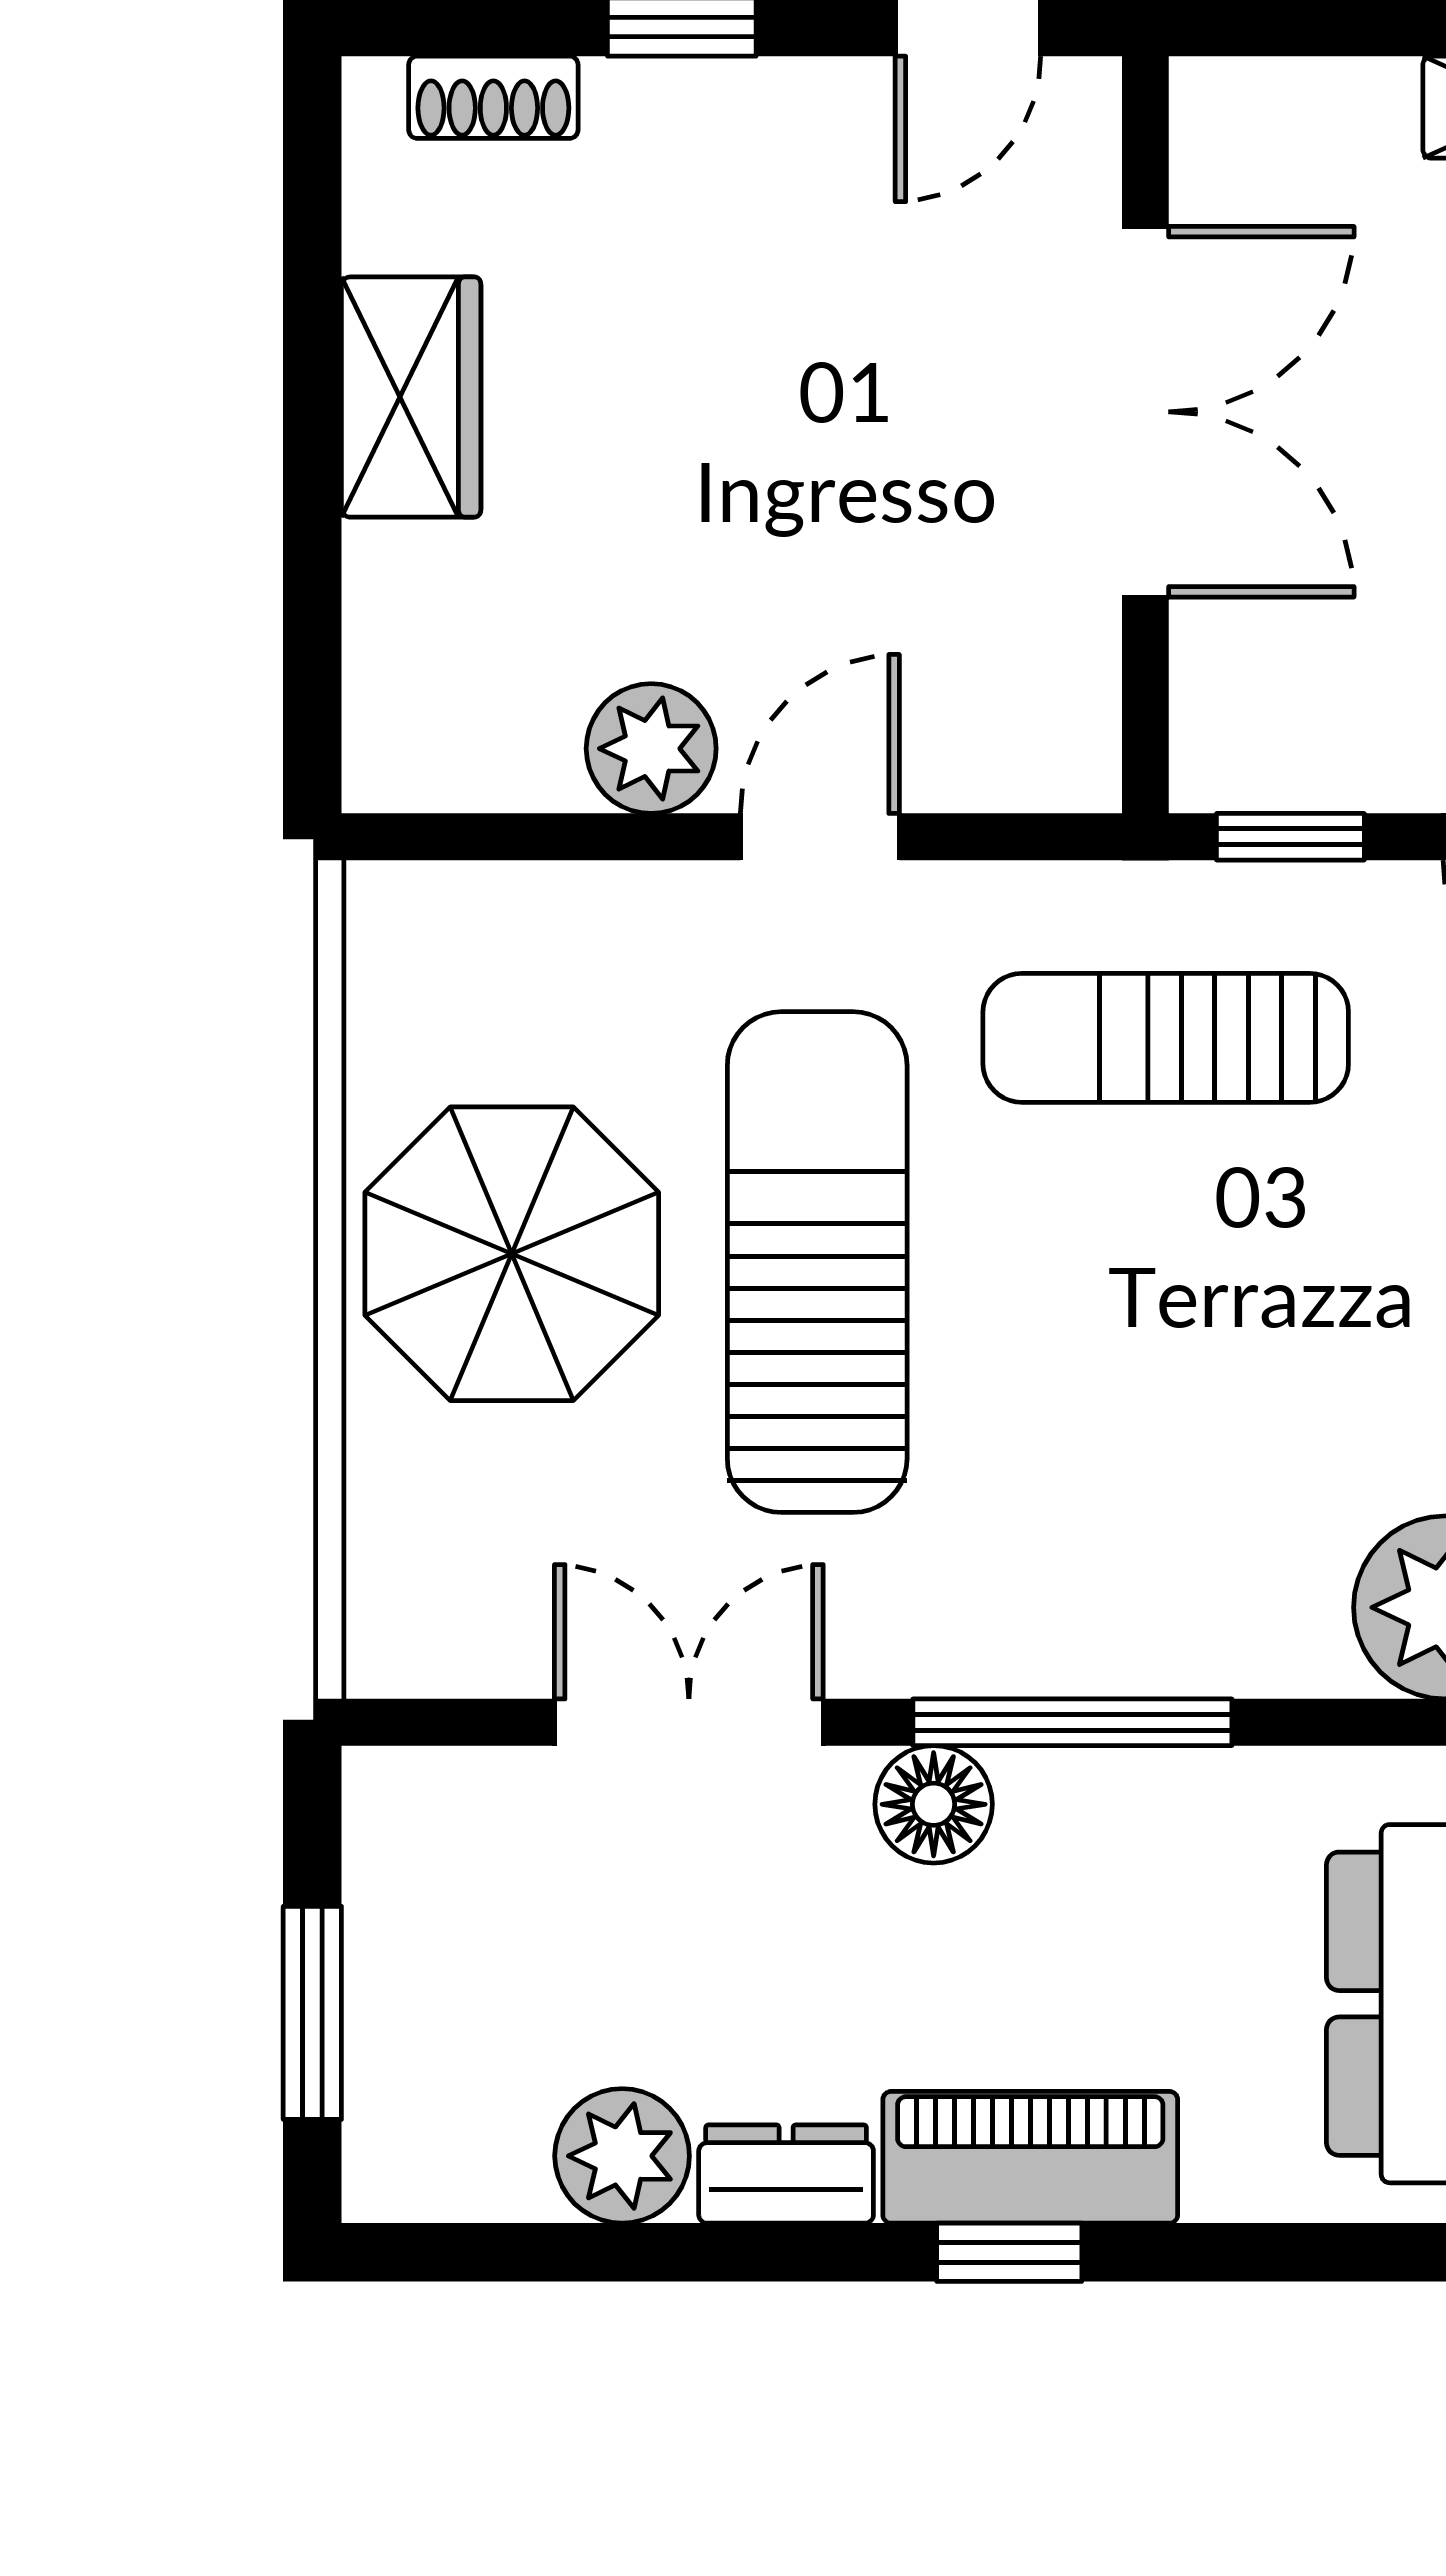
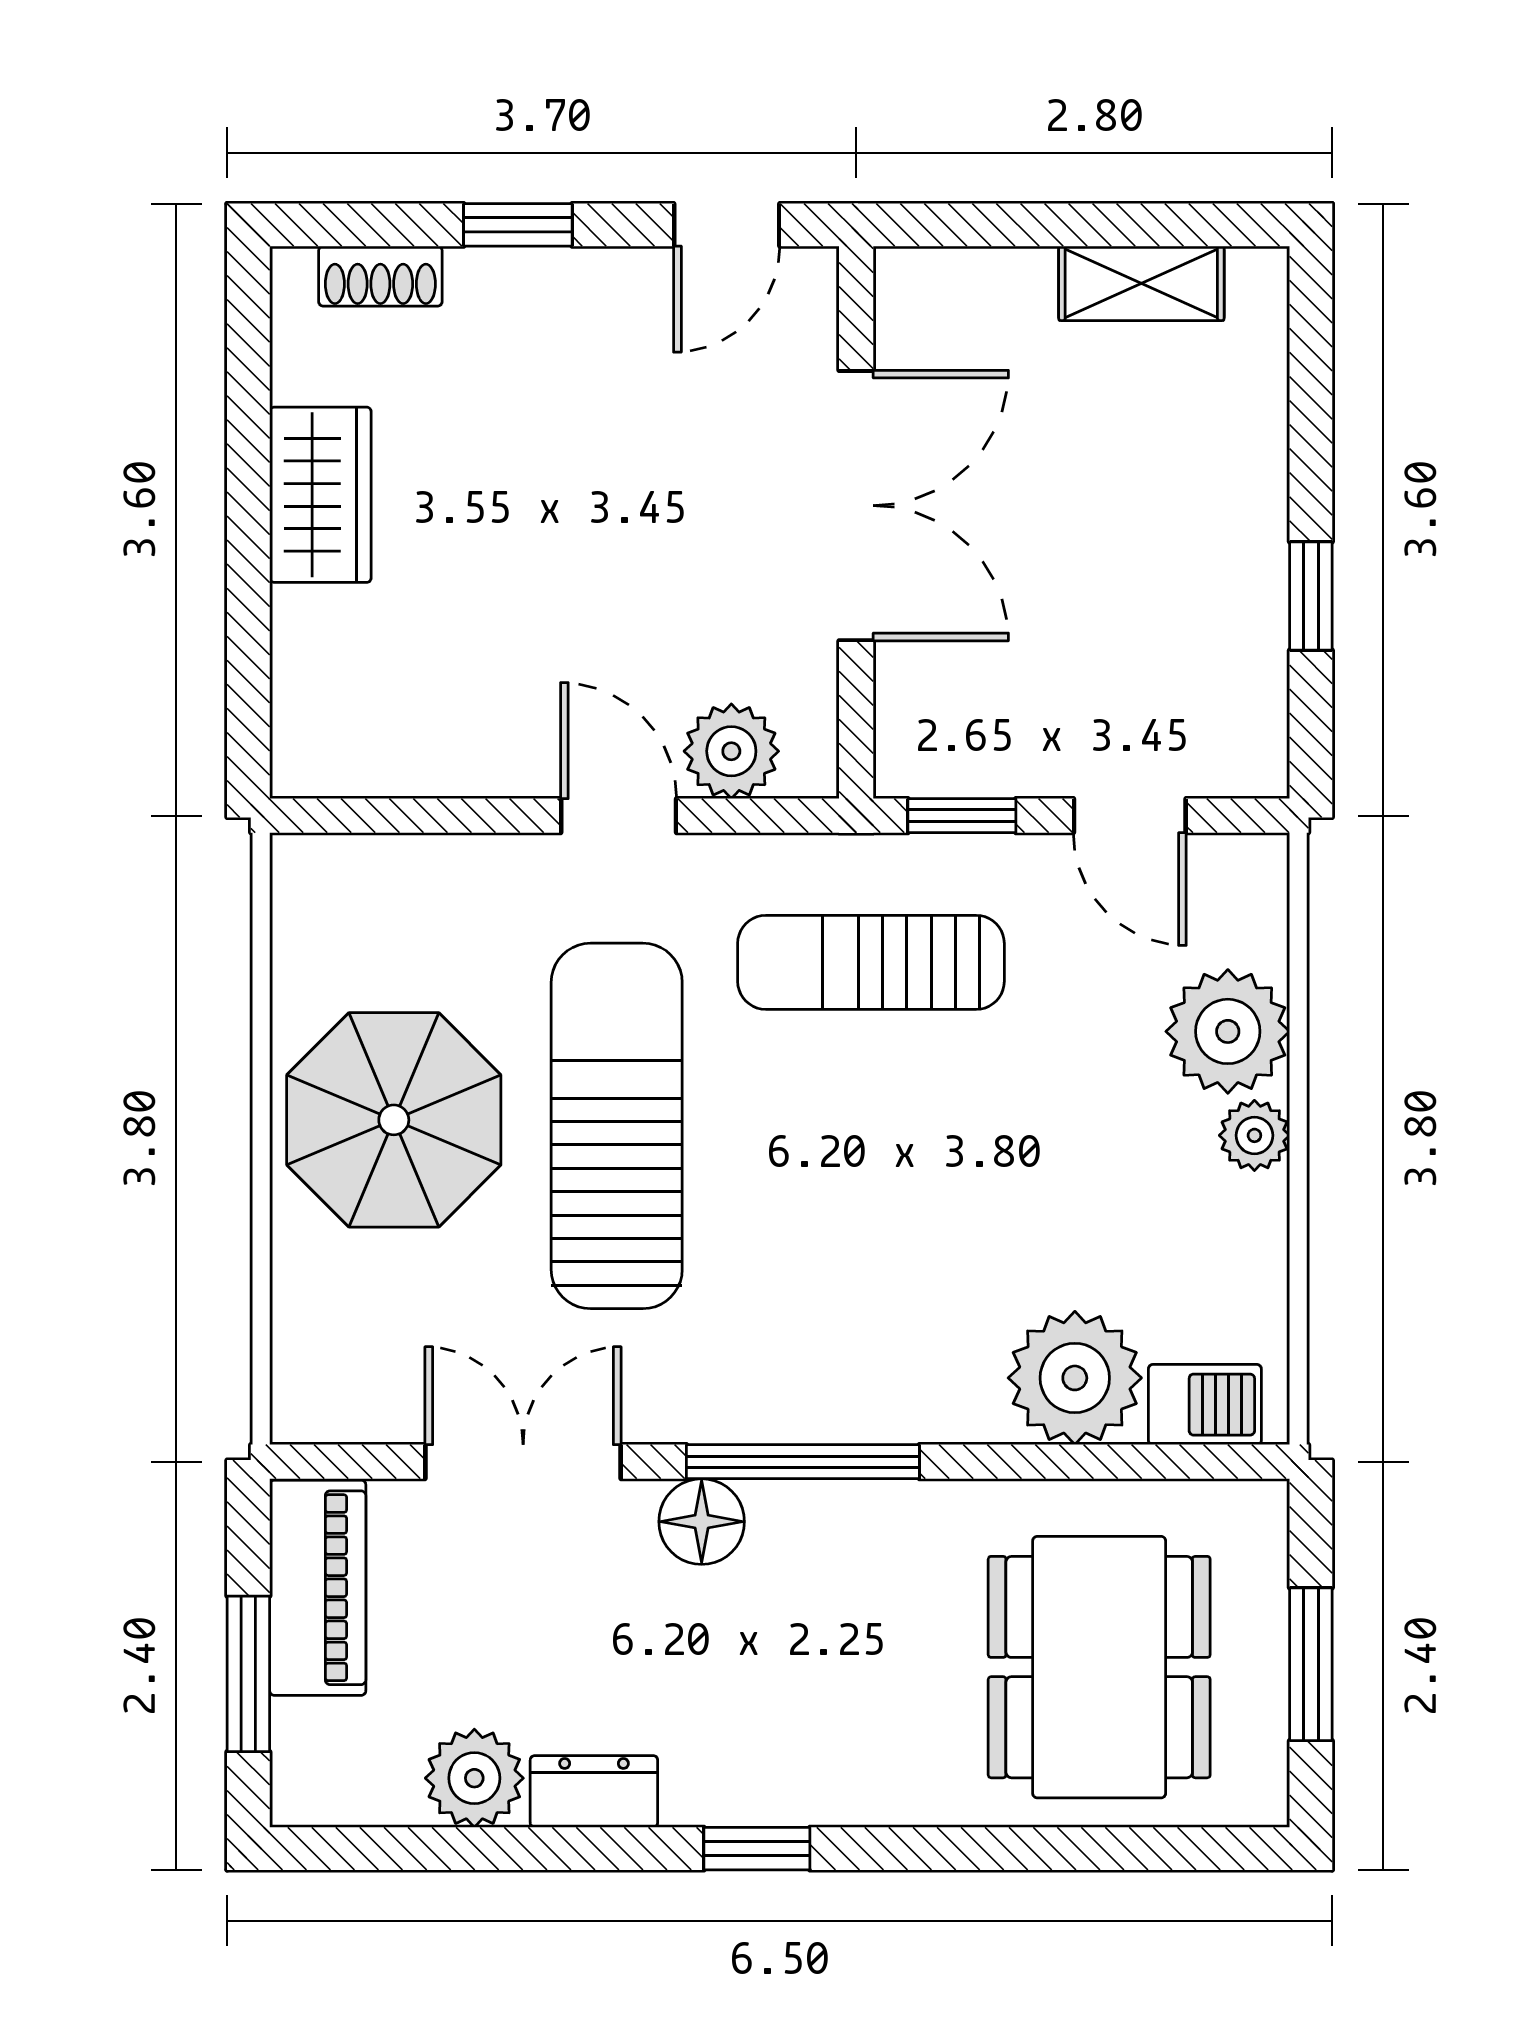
plant: (651, 749) -> (731, 751), moved
door: (820, 837) -> (619, 816), hinge flipped
piano: (1030, 2157) -> (318, 1588), moved, turned 90

